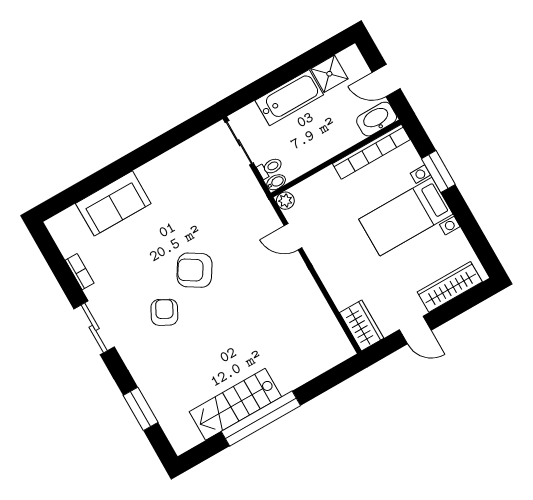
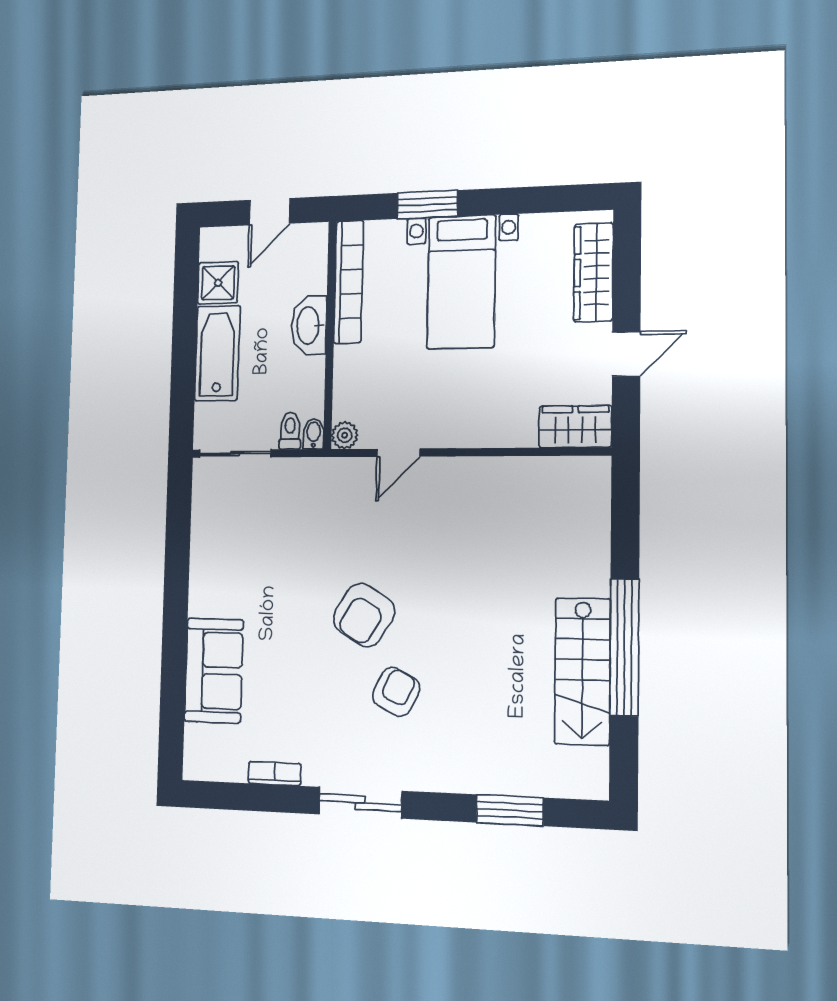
washbasin: (377, 119) -> (309, 325), moved
armchair: (164, 312) -> (396, 692), turned 89

